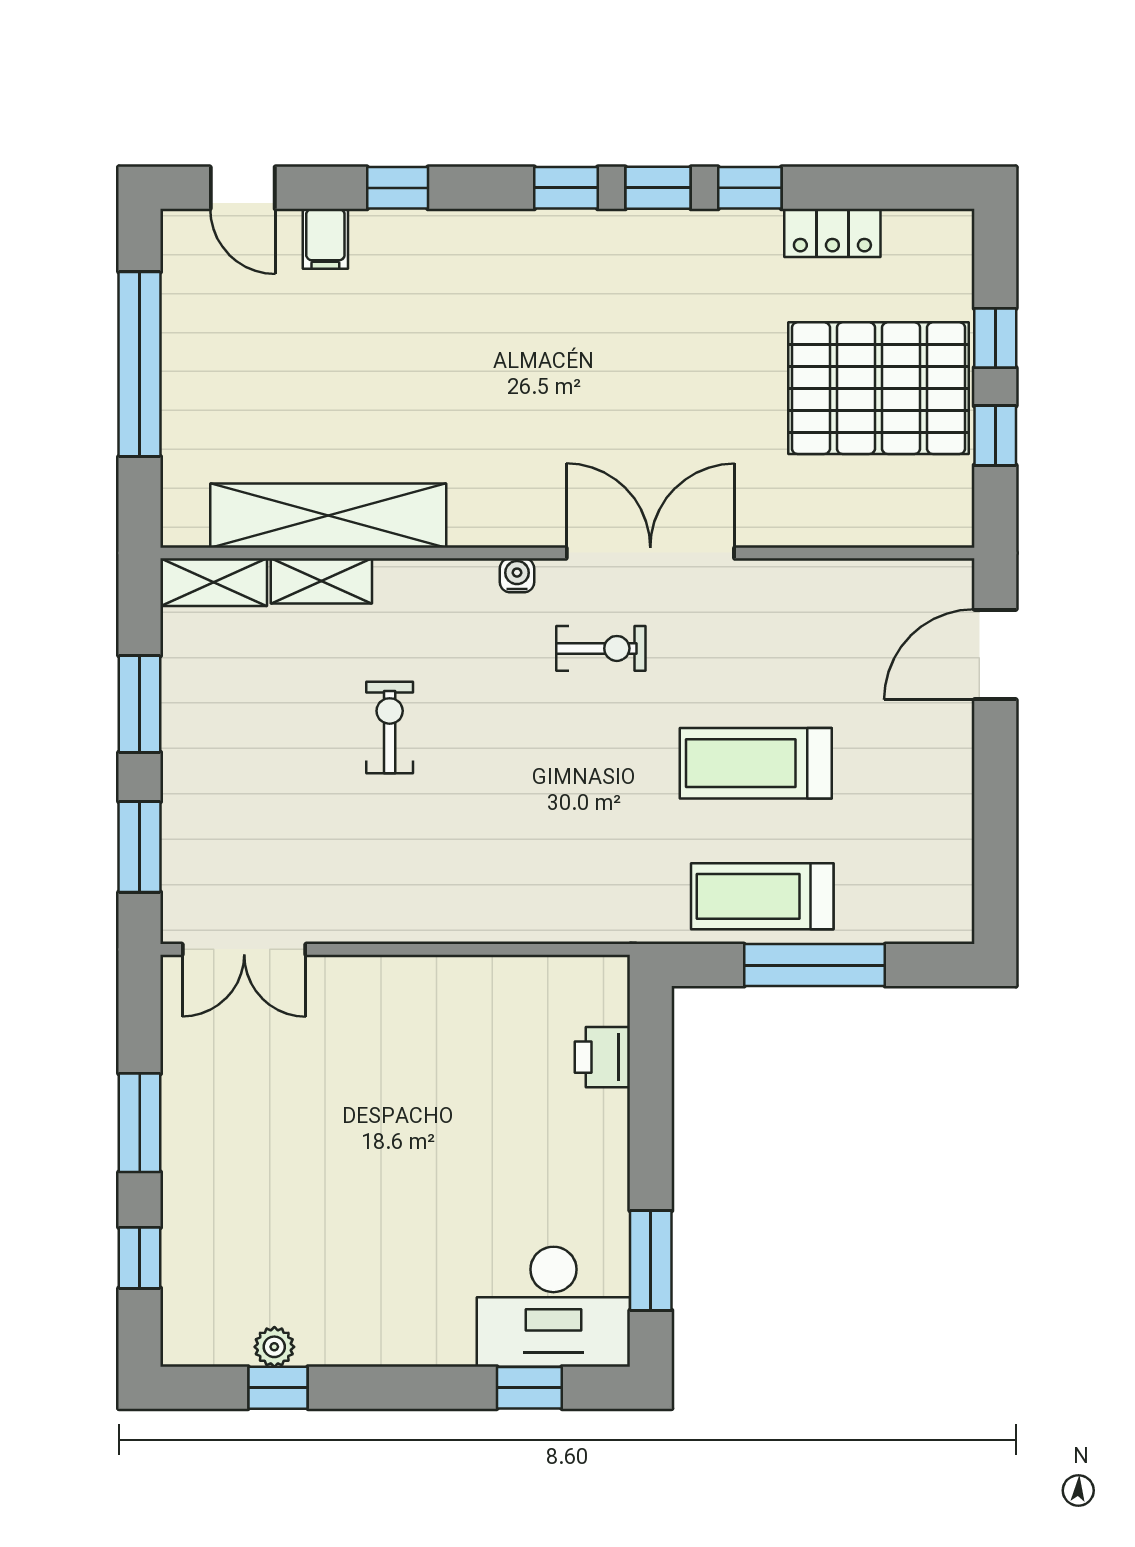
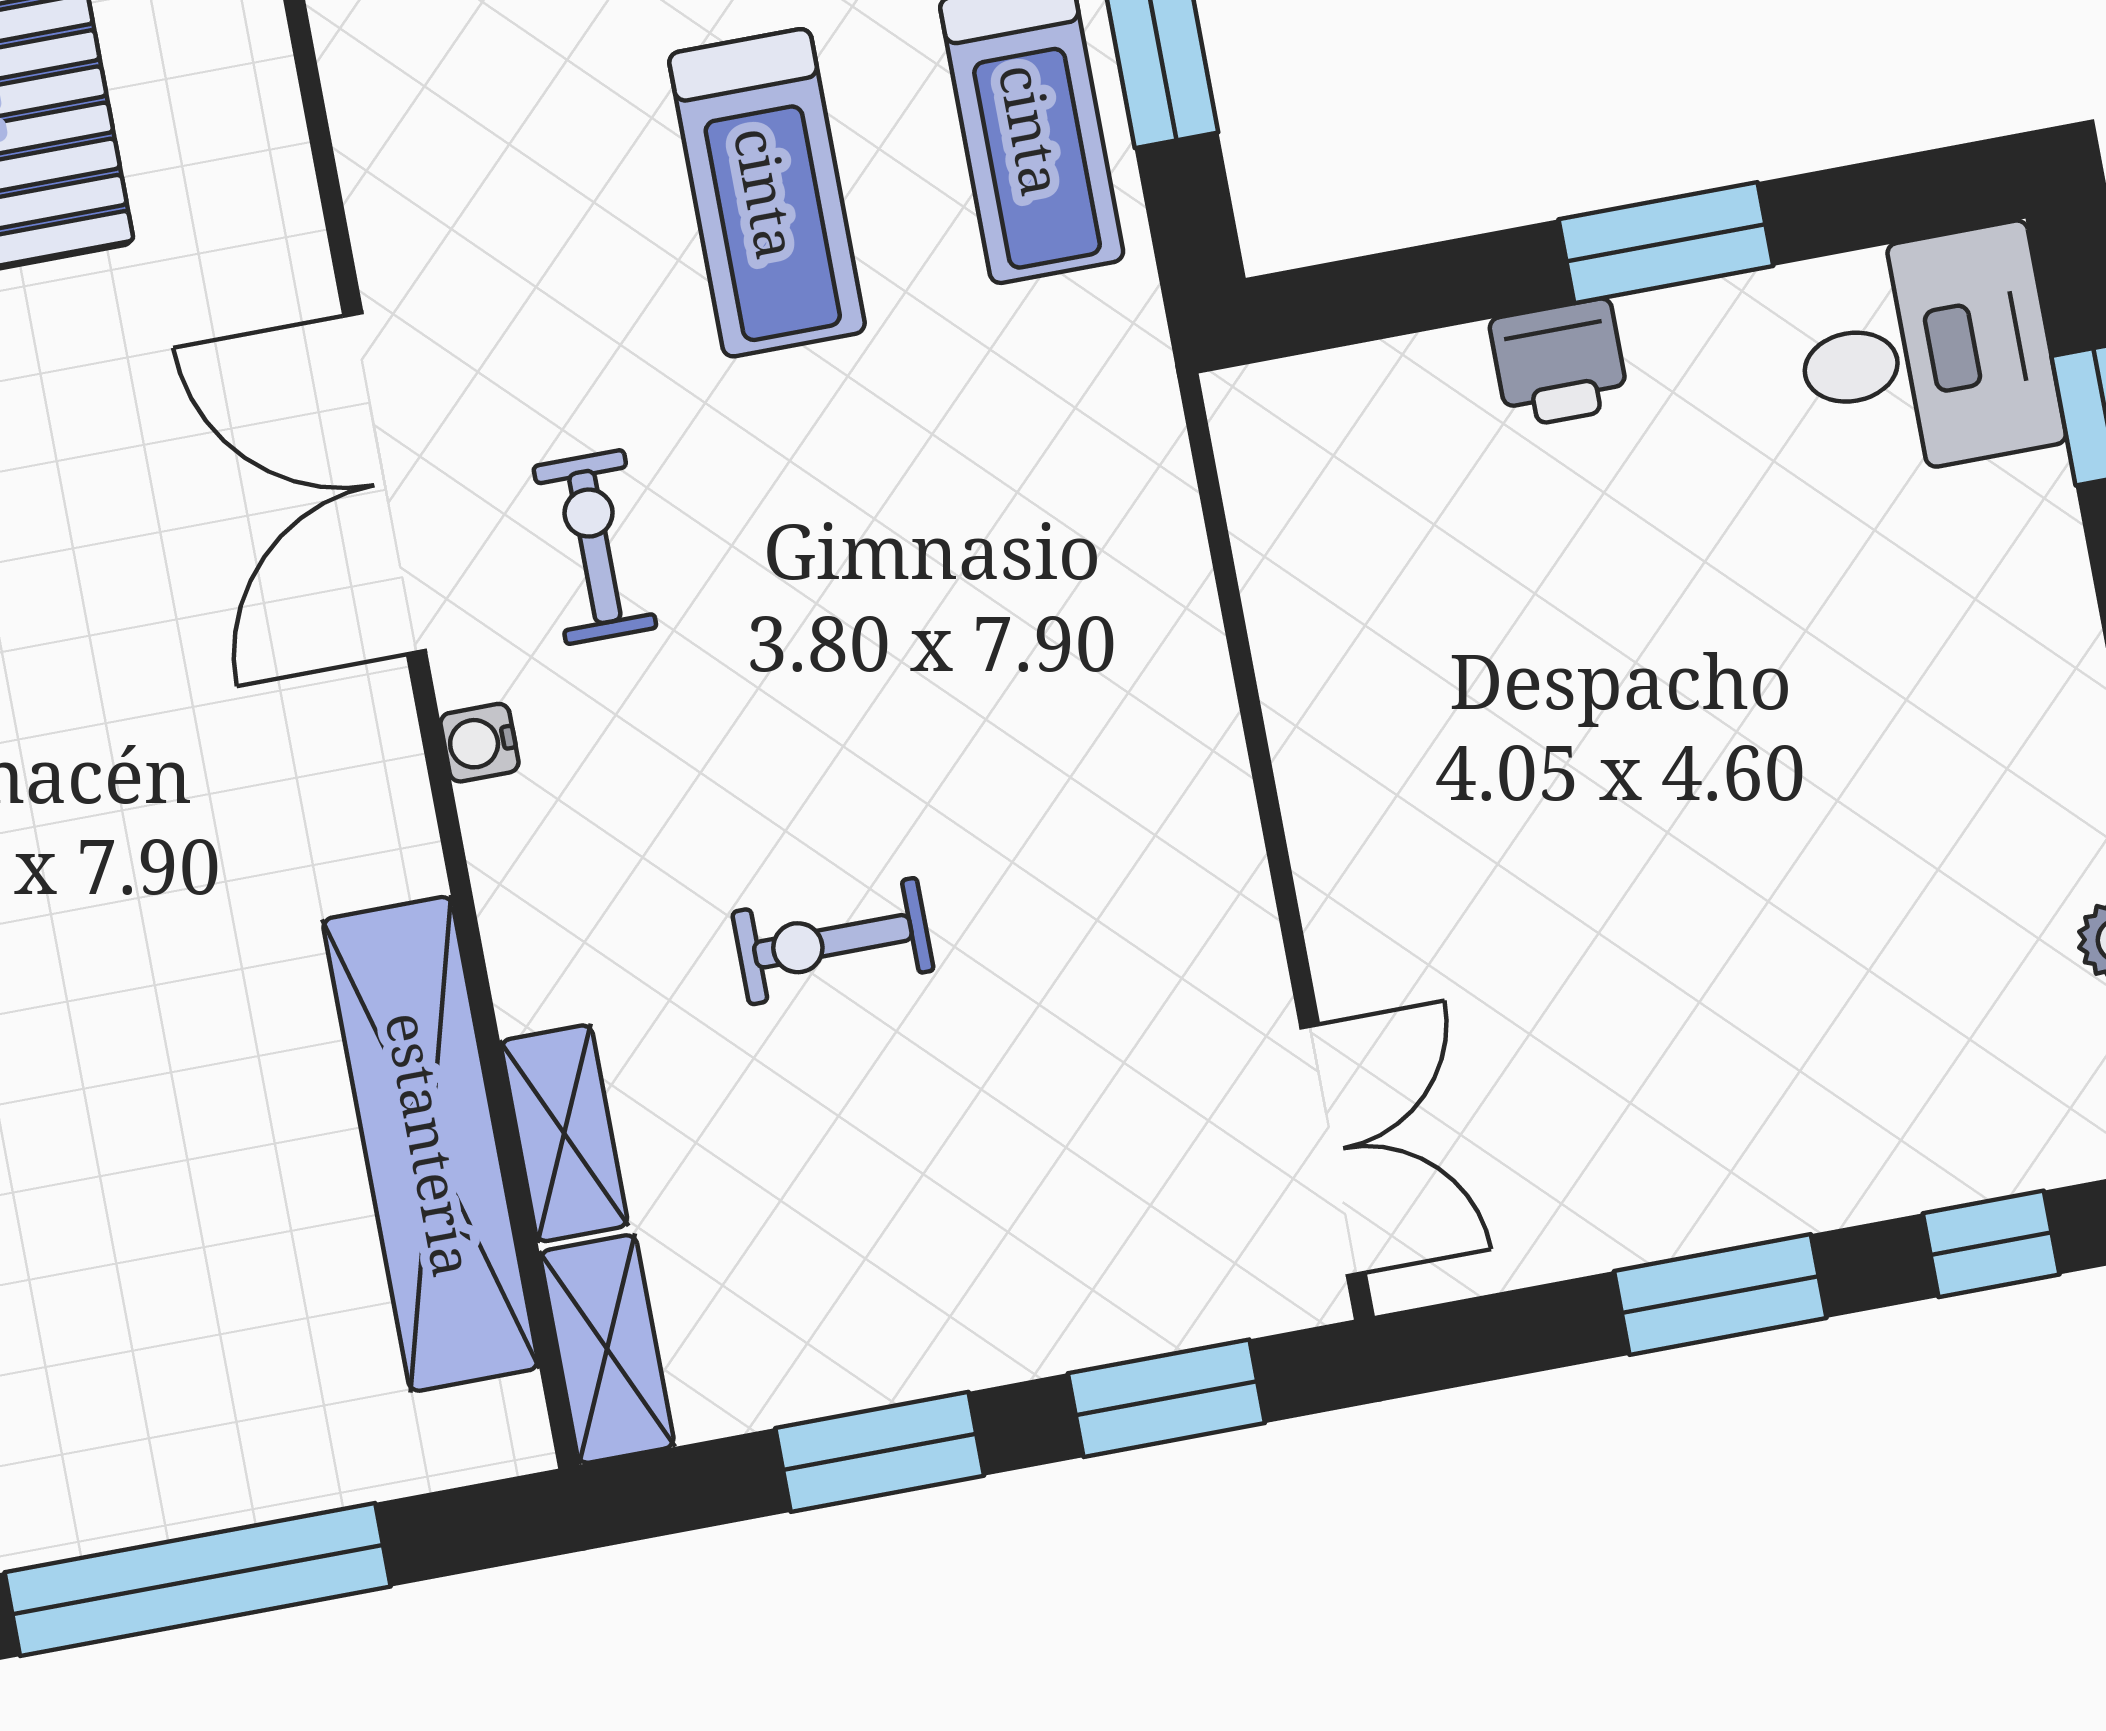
printer: (602, 1057) -> (1559, 363), moved
window: (651, 1261) -> (1666, 243), moved
desk: (553, 1307) -> (1926, 353), width x0.73

